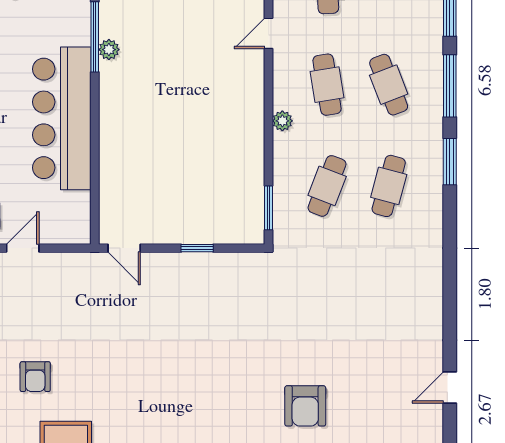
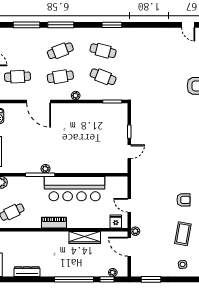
door: (268, 33) -> (39, 101), width x1.88
window: (450, 162) -> (112, 25), moved
door: (124, 248) -> (129, 152), moved

